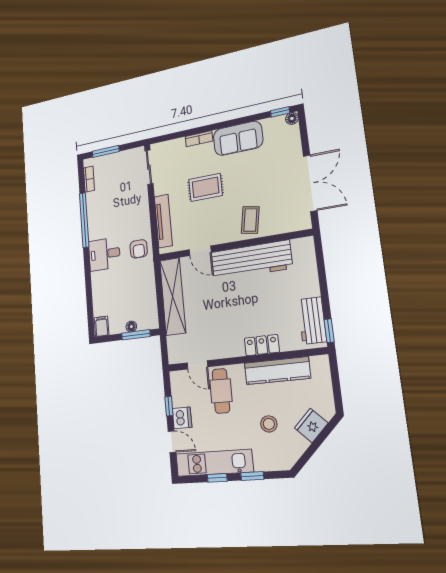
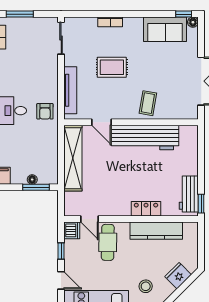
sofa: (238, 138) -> (165, 29), moved
dishwasher: (182, 418) -> (72, 230), moved
stool: (269, 424) -> (146, 286), moved

